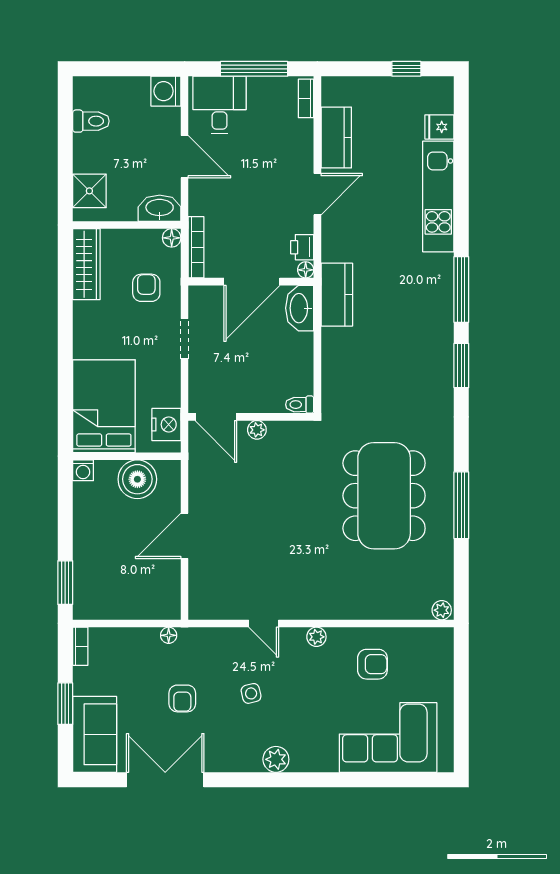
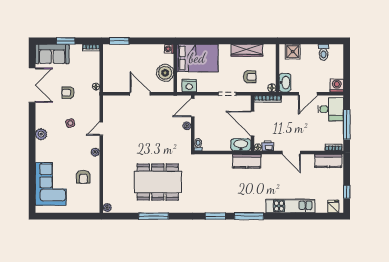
fridge: (439, 127) -> (333, 206), moved
kitchen counter: (336, 138) -> (328, 161), moved
wardrobe: (86, 264) -> (247, 50), moved

